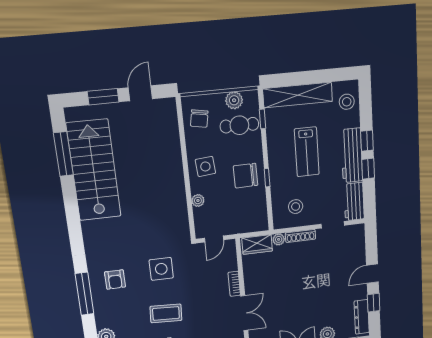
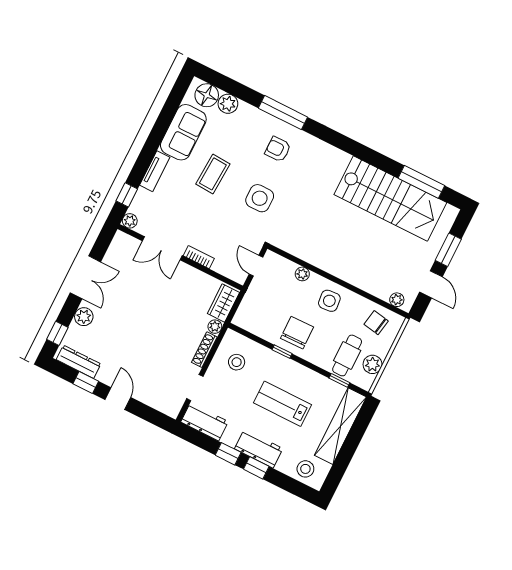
plant: (171, 113) -> (397, 300), added
workbench: (352, 155) -> (259, 449), width x0.73

